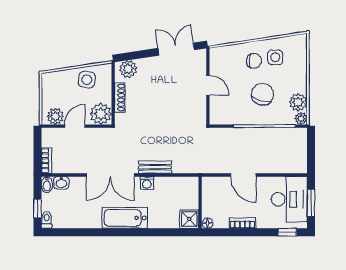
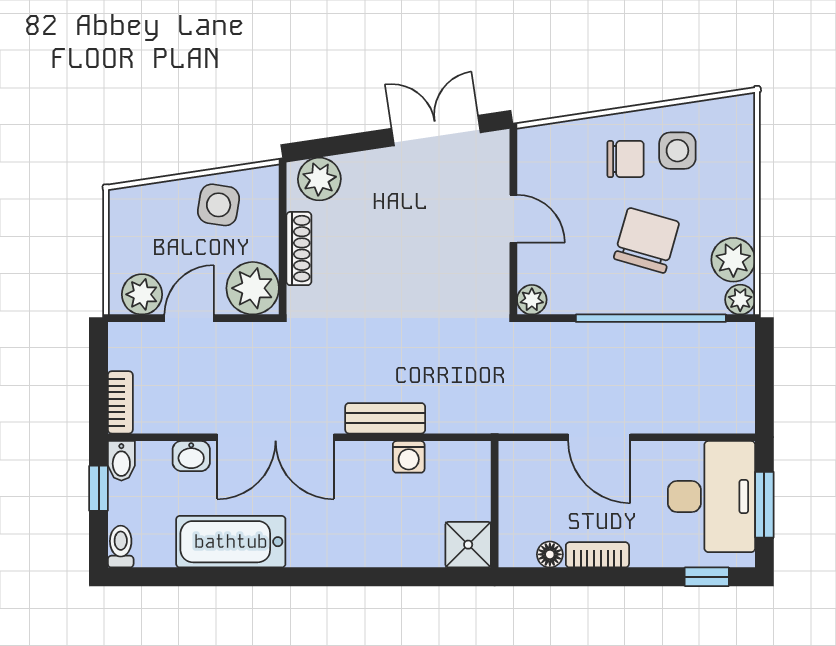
plant: (215, 119) -> (532, 300), added
washbasin: (61, 183) -> (191, 456), moved
washing machine: (147, 183) -> (409, 457), moved
window: (38, 208) -> (99, 488), moved
bathtub: (125, 218) -> (231, 542), moved
floor lamp: (207, 223) -> (550, 554), moved

